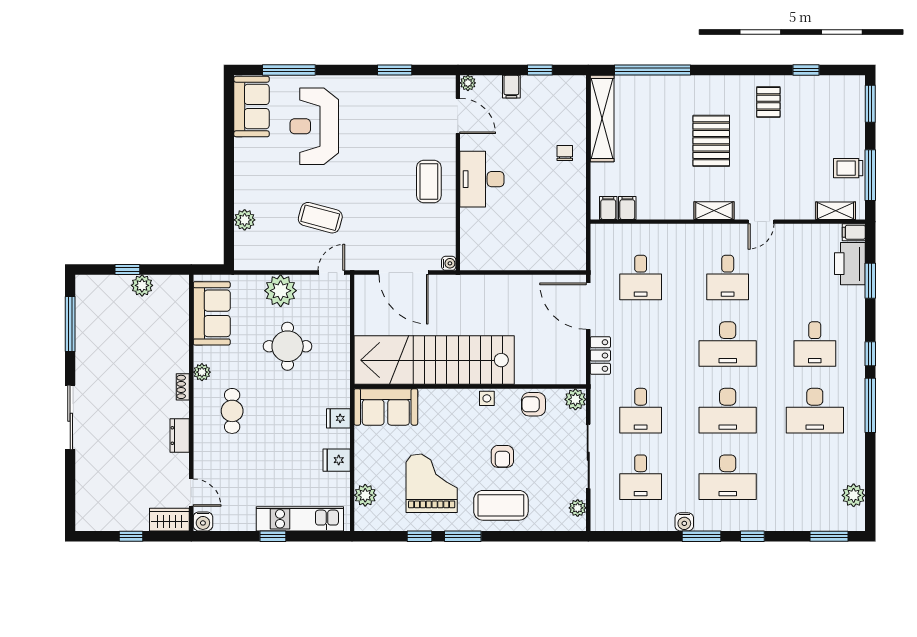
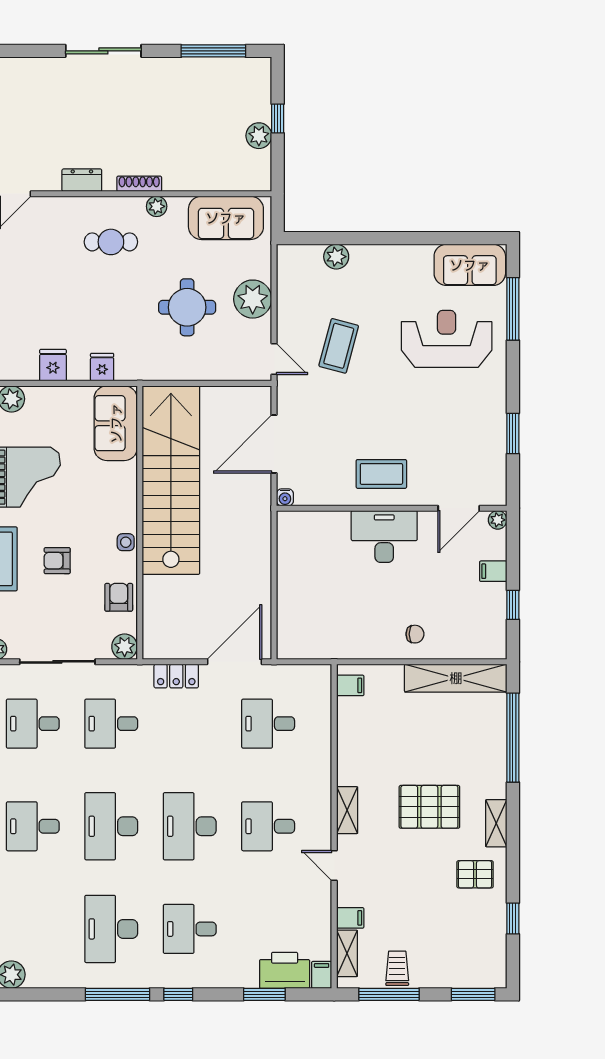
shelving: (725, 84) -> (496, 823), added
filing cabinet: (627, 208) -> (350, 918), moved
shoe rack: (183, 387) -> (139, 184), width x1.43
desk: (728, 477) -> (33, 826), width x0.73

